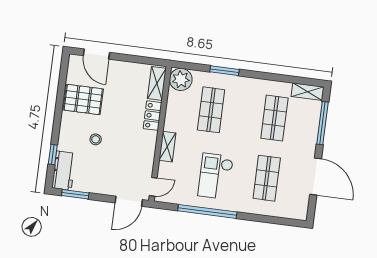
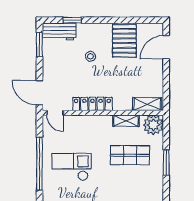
locker: (152, 116) -> (92, 104), moved, width x1.53
shelving: (167, 147) -> (126, 121), moved

